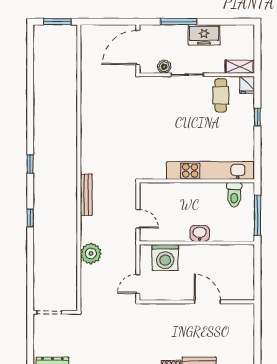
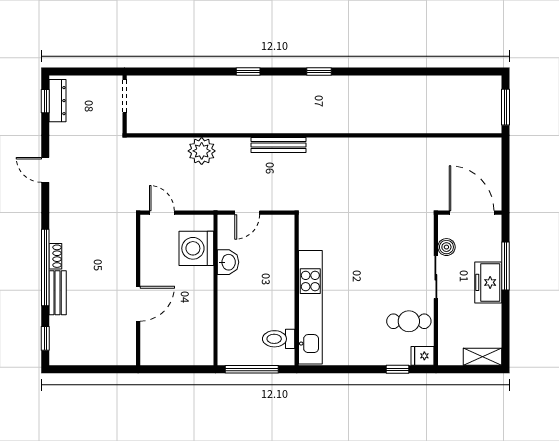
freezer: (204, 35) -> (488, 282), moved
shelving: (240, 67) -> (482, 357), moved, turned 90
window: (257, 117) -> (398, 369), moved
washbasin: (200, 233) -> (228, 262), moved

